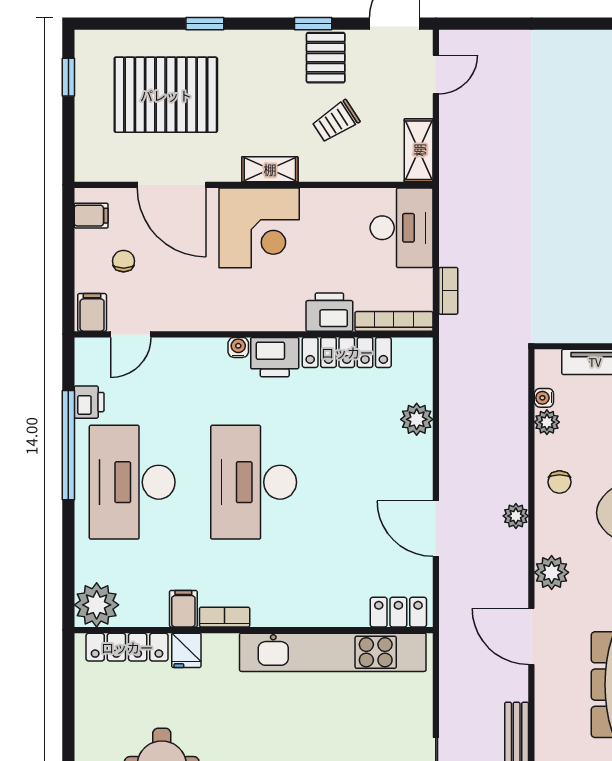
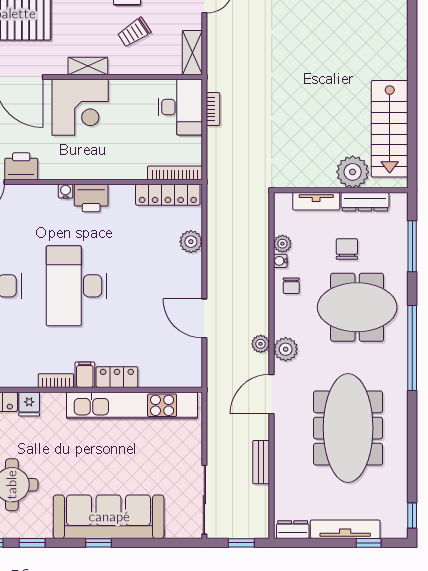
bookcase: (448, 291) -> (213, 109), moved
printer: (329, 312) -> (21, 166), moved
locker: (347, 352) -> (168, 195), moved
water cooler: (544, 398) -> (280, 261), moved
plant: (516, 516) -> (261, 344), moved
filing cabinet: (183, 609) -> (85, 375), moved
locker: (398, 612) -> (117, 377), moved
door: (531, 636) -> (272, 394), hinge flipped

